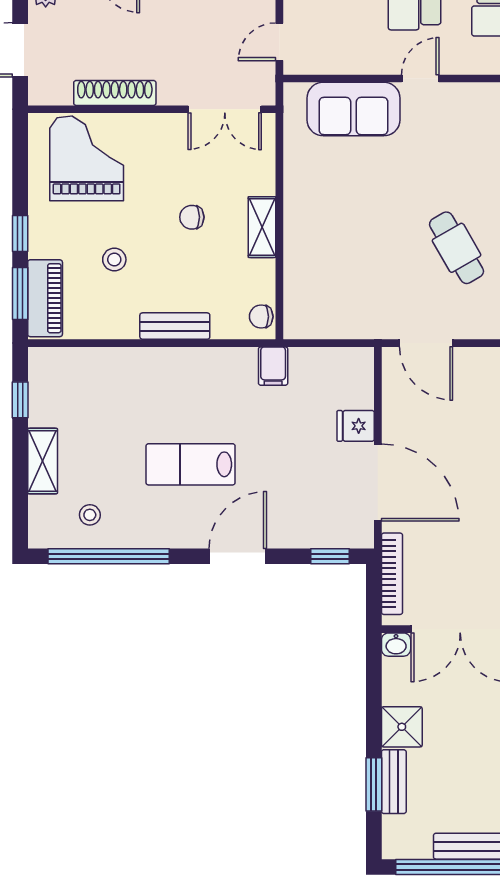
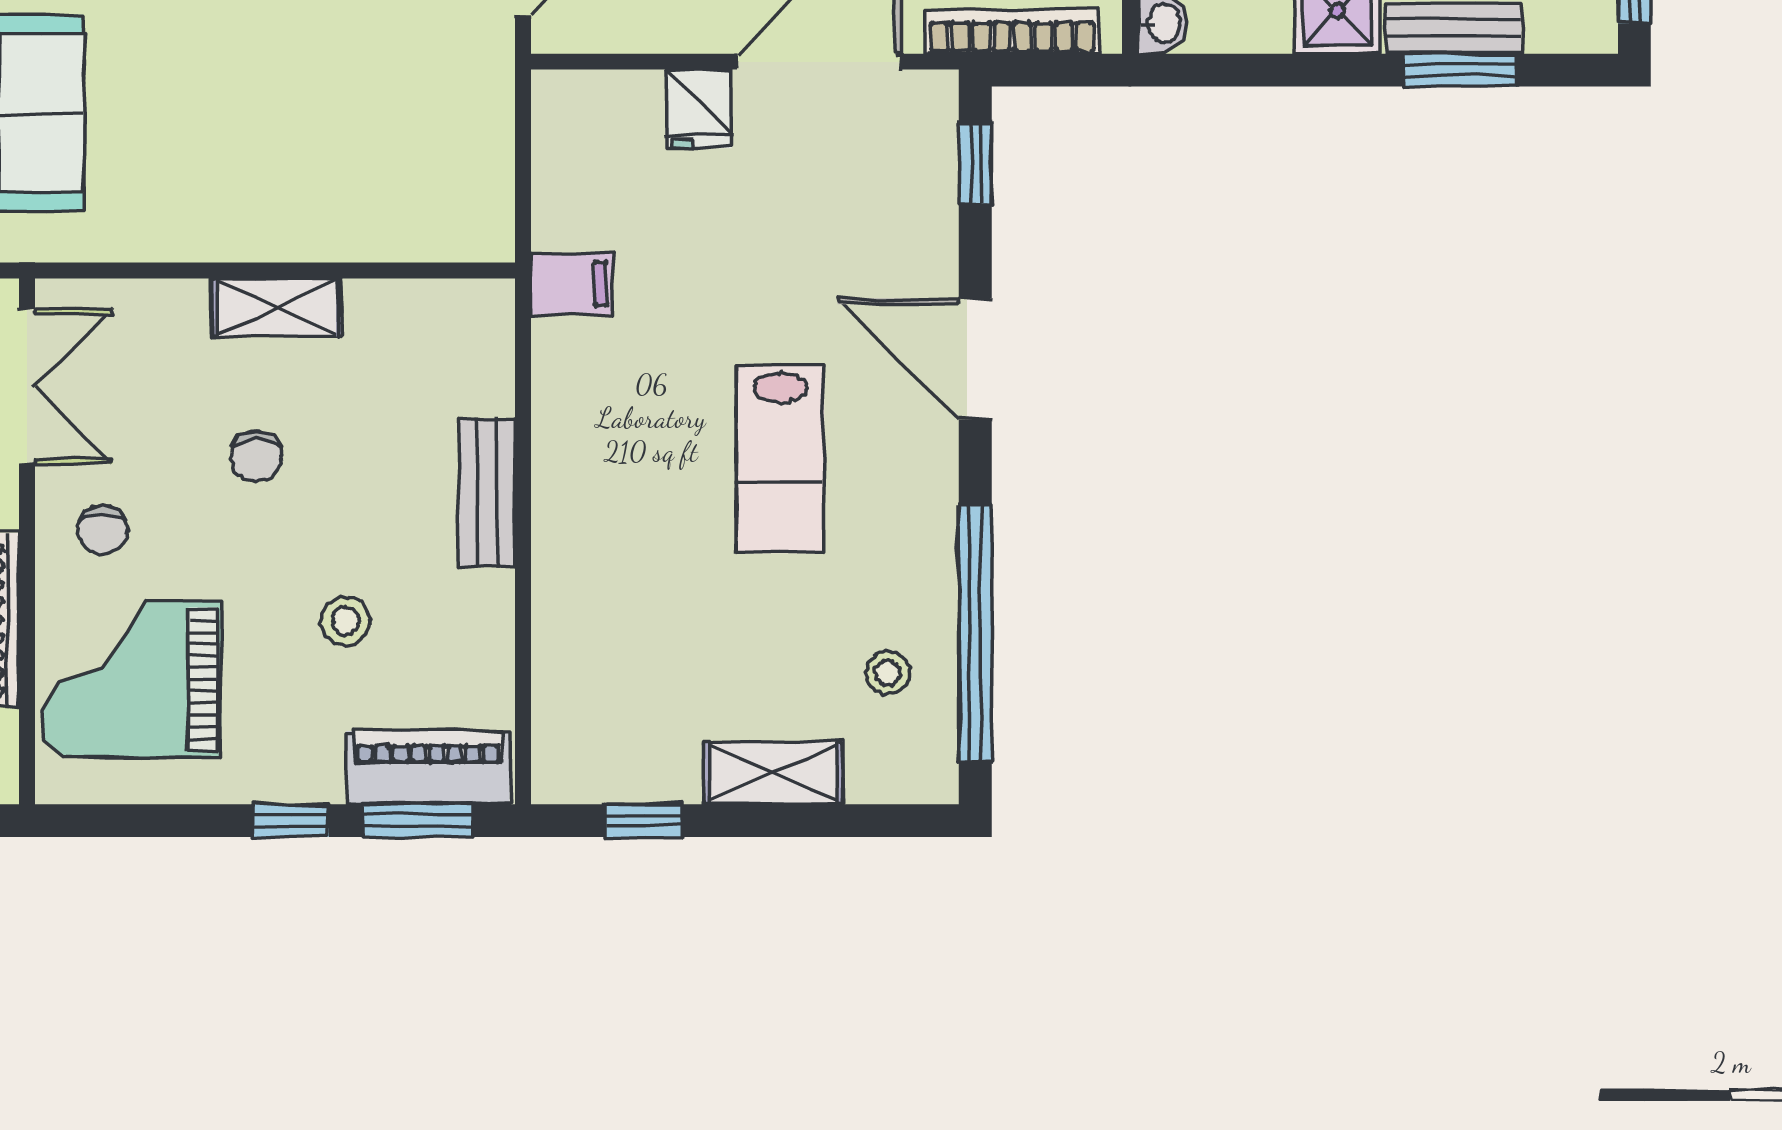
chair: (261, 317) -> (103, 530), moved

